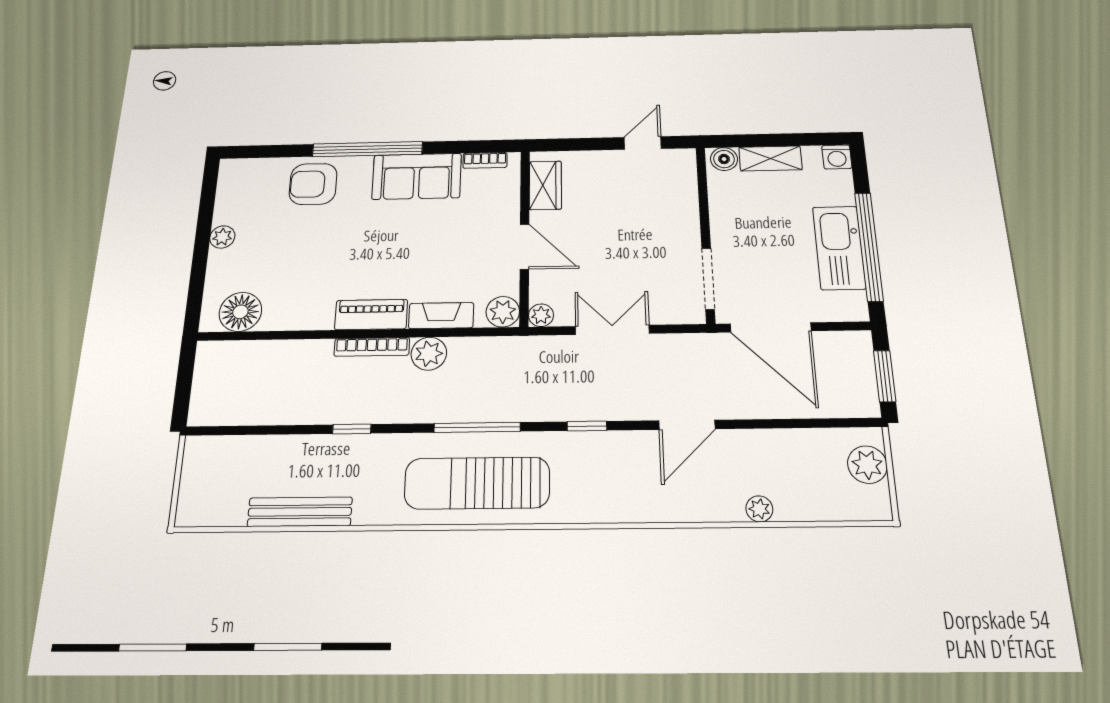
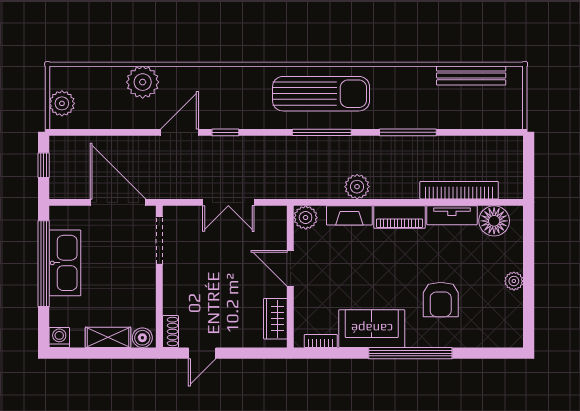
shoe rack: (686, 167) -> (170, 332), added
armchair: (313, 184) -> (441, 299), moved, turned 90
plant: (541, 315) -> (278, 214), removed
tv unit: (298, 318) -> (452, 215), added
bookcase: (372, 347) -> (459, 190), moved, width x1.48, depth x1.31
window: (885, 376) -> (44, 165), width x0.67
window: (587, 426) -> (225, 132), moved
window: (352, 429) -> (408, 132), width x2.17
plant: (759, 509) -> (143, 82), width x1.87, depth x1.87
bench: (300, 512) -> (471, 75), moved

